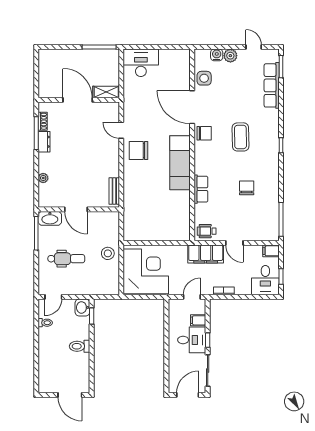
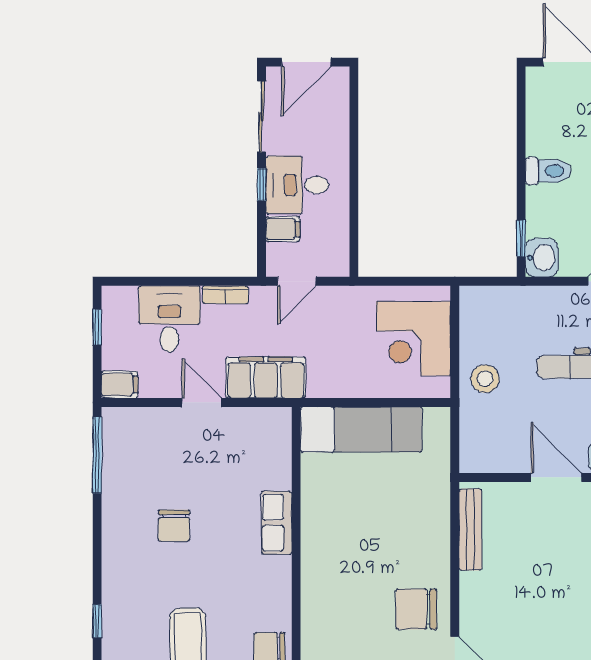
chair: (139, 151) -> (416, 609), turned 180
exam couch: (180, 163) -> (361, 429), moved, turned 90
bench: (114, 191) -> (471, 529), width x1.36
wheelchair: (207, 231) -> (264, 429), removed
corner desk: (146, 271) -> (413, 339), width x0.74, depth x0.74
desk: (265, 280) -> (169, 319), moved

